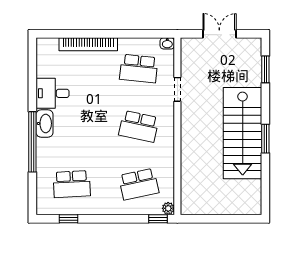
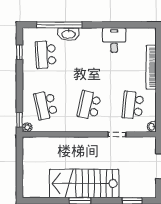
washbasin: (45, 123) -> (68, 34), moved
window: (32, 142) -> (59, 25), moved

